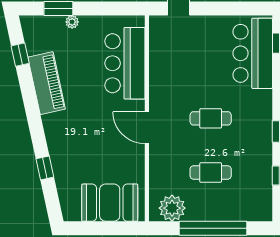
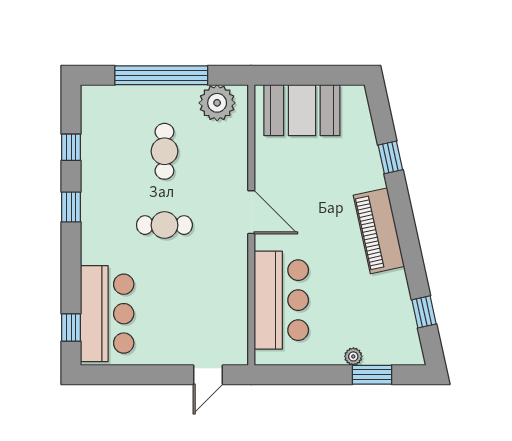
piano: (47, 83) -> (379, 231), moved
cafe table: (211, 172) -> (164, 151), turned 90

